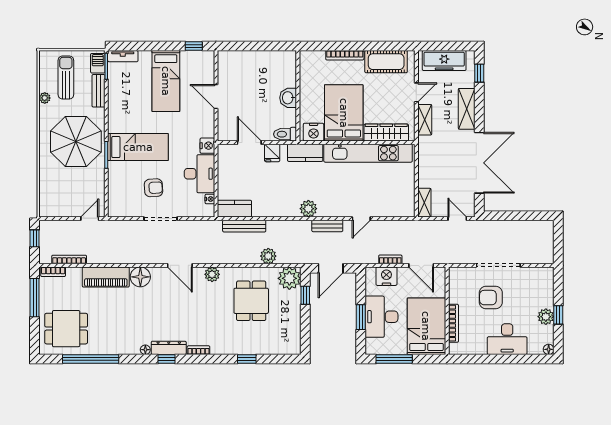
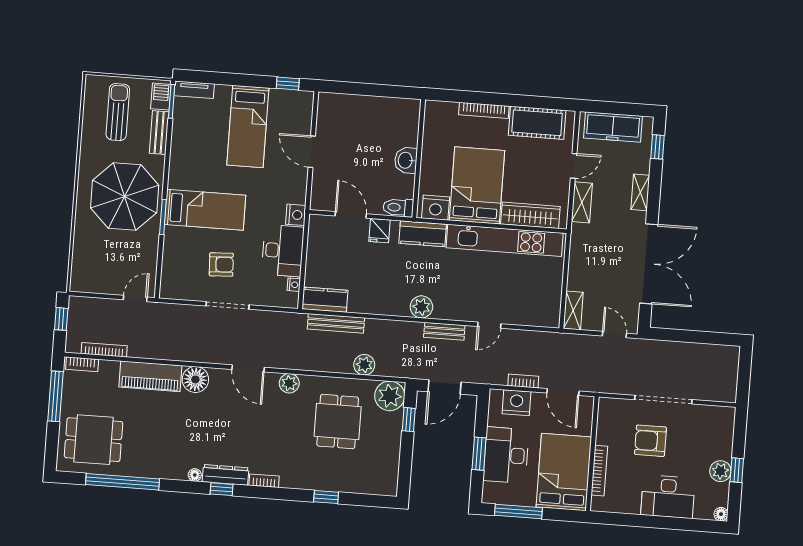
plant: (45, 98) -> (88, 137), removed
shelving: (467, 109) -> (640, 192), width x0.67, depth x0.75

